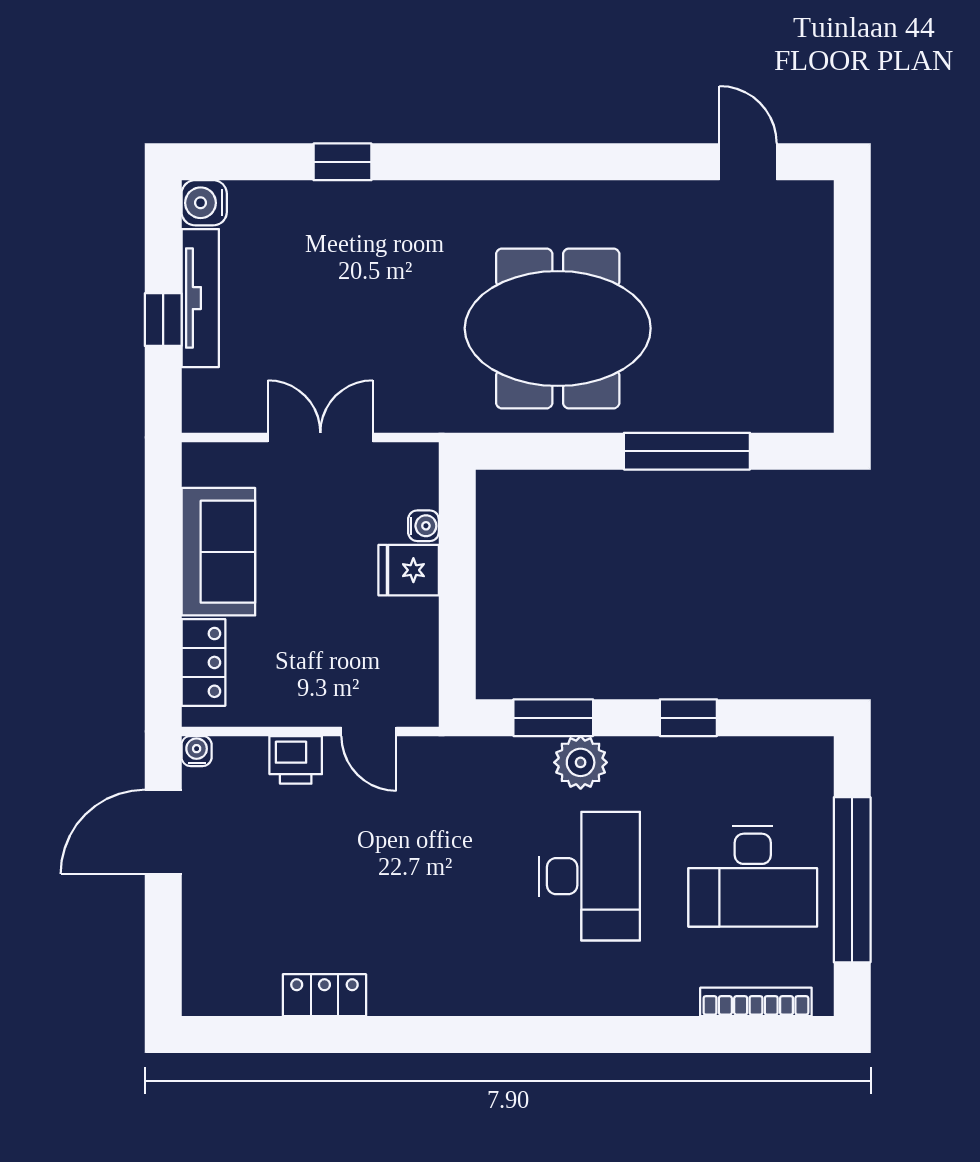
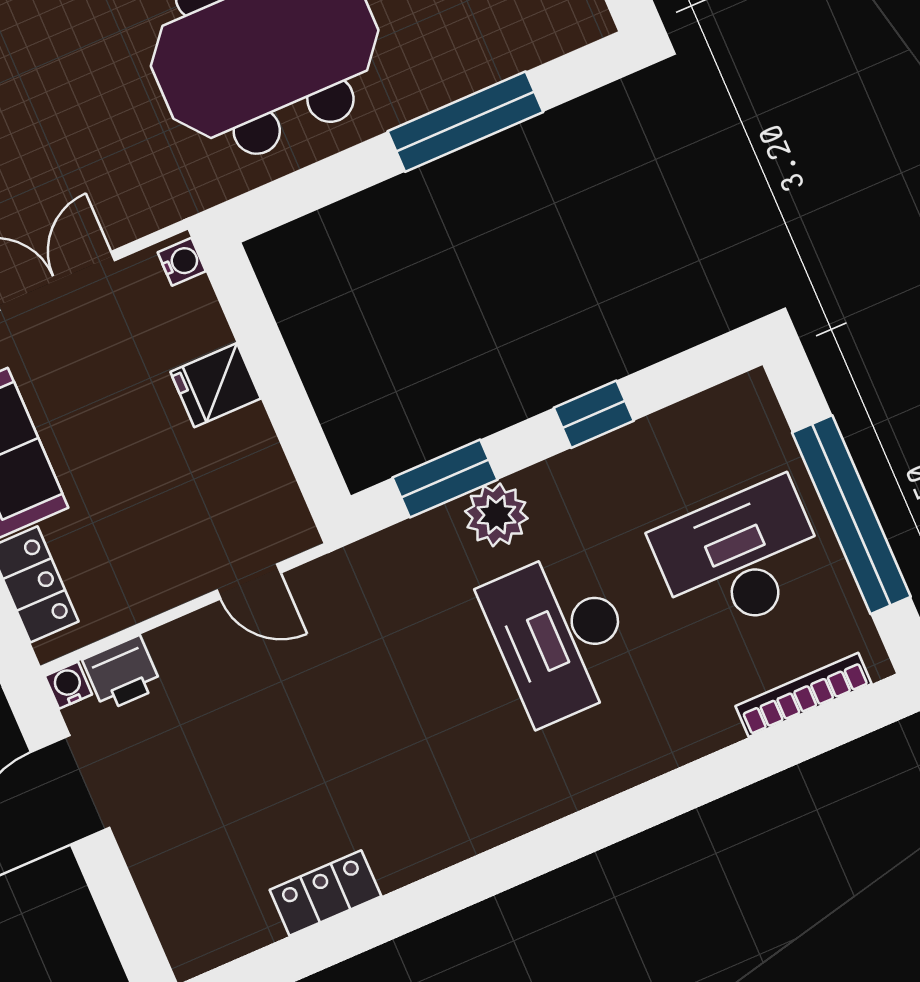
water cooler: (423, 526) -> (182, 262), moved
printer: (296, 760) -> (122, 673), moved
desk: (589, 876) -> (560, 636), turned 180
desk: (753, 876) -> (740, 558), turned 180

